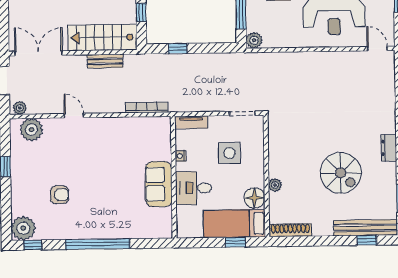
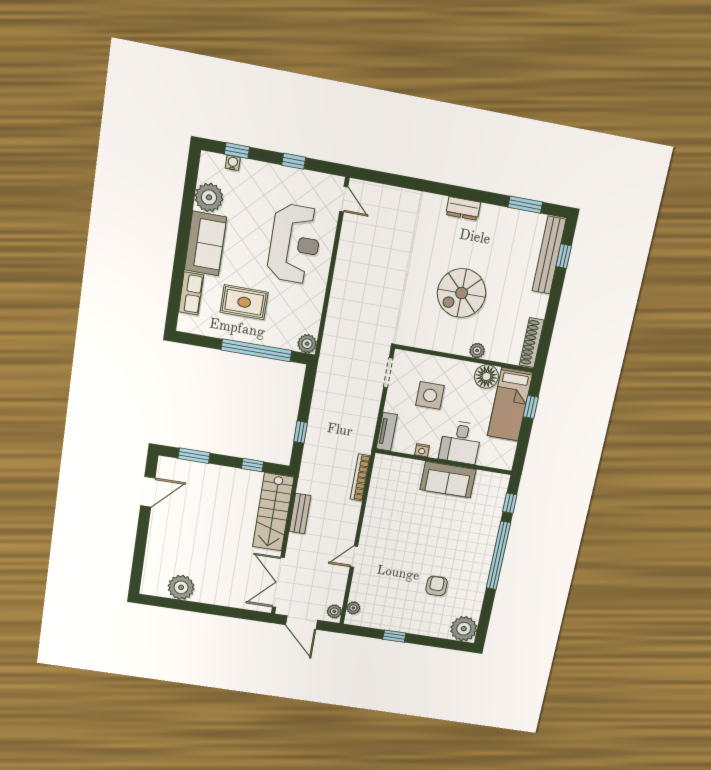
door: (377, 49) -> (344, 199), swing flipped
plant: (31, 130) -> (353, 608), width x0.53, depth x0.53
spiral stairs: (341, 173) -> (462, 293), moved, turned 180
window: (33, 245) -> (510, 503), moved

